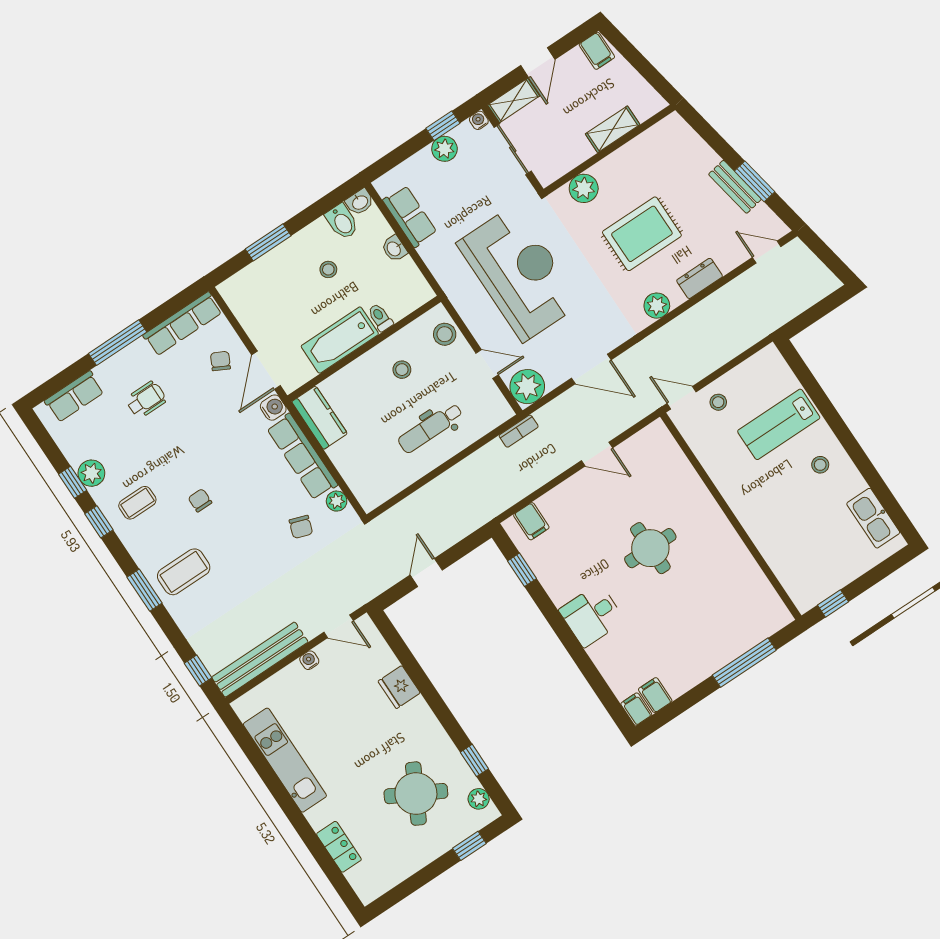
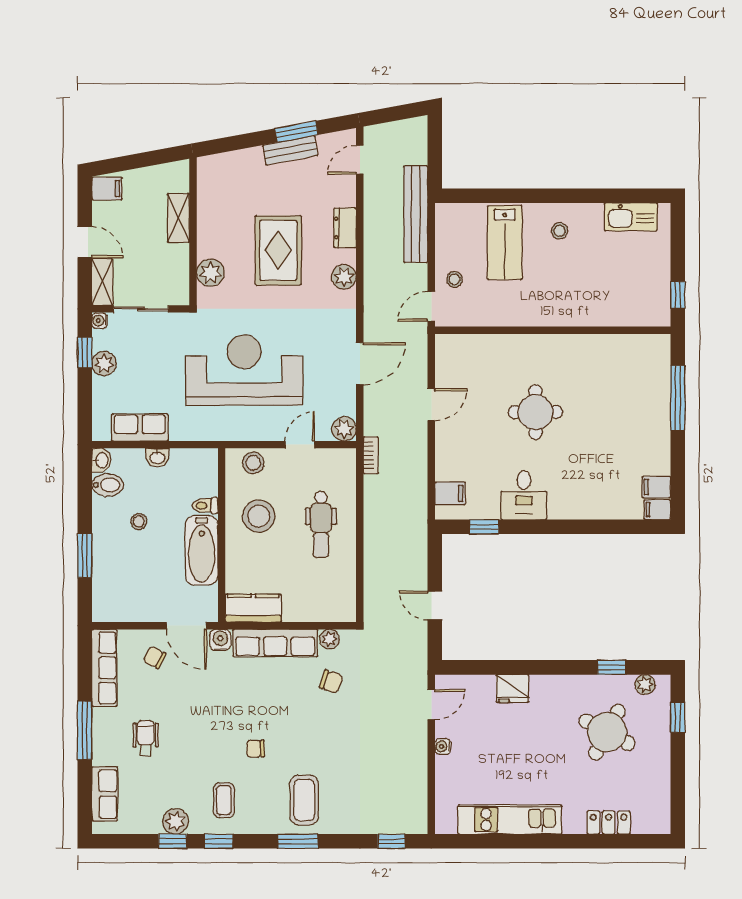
stool: (402, 370) -> (259, 516), width x1.89, depth x1.89
plant: (527, 387) -> (344, 429), width x0.73, depth x0.73
desk: (592, 615) -> (524, 495), moved
bench: (260, 660) -> (416, 214), moved

